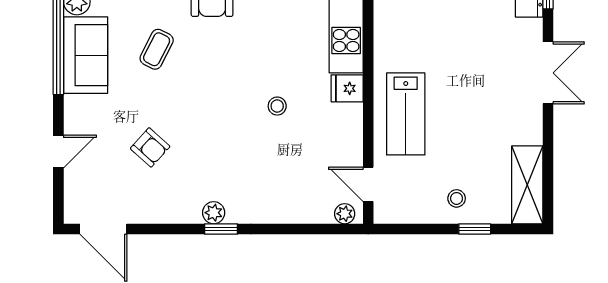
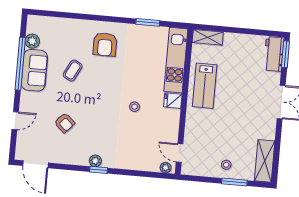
lab bench: (406, 114) -> (205, 86), moved
window: (475, 229) -> (234, 182), width x1.50

